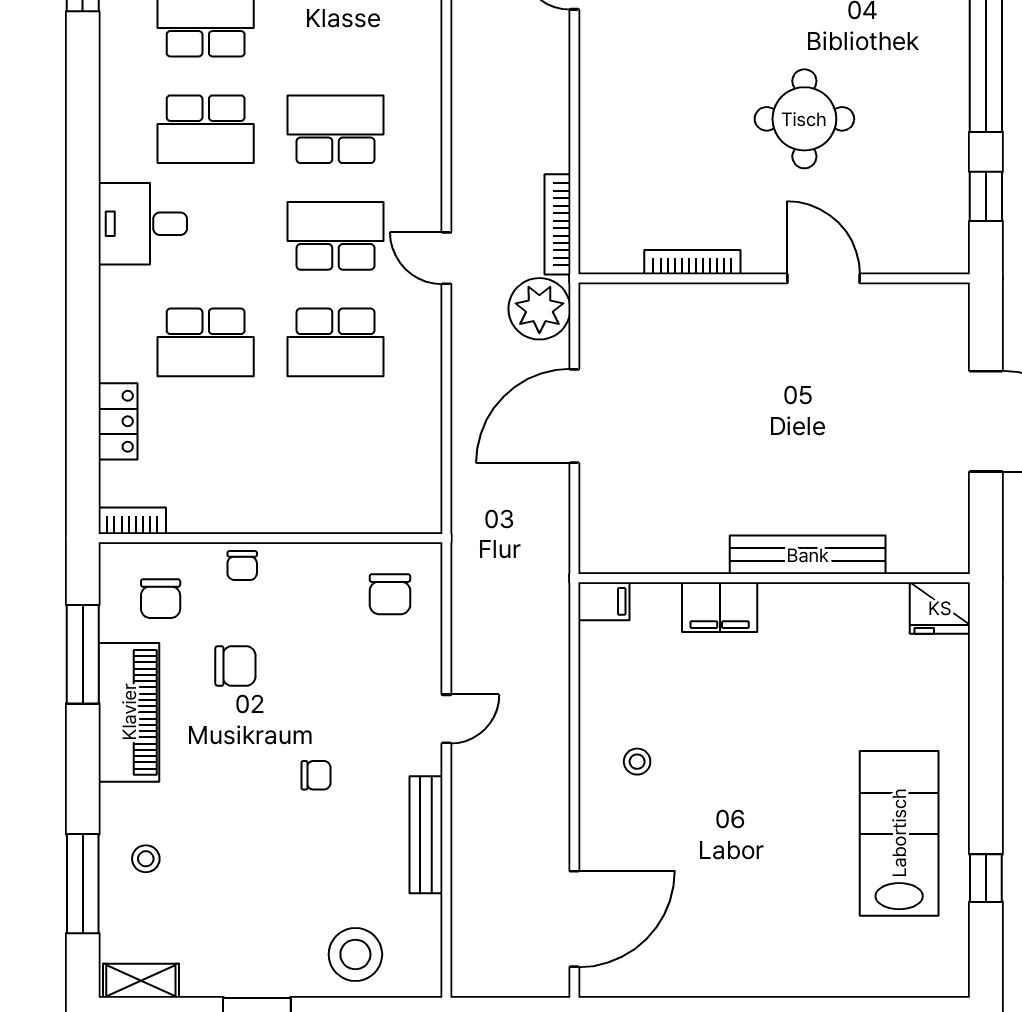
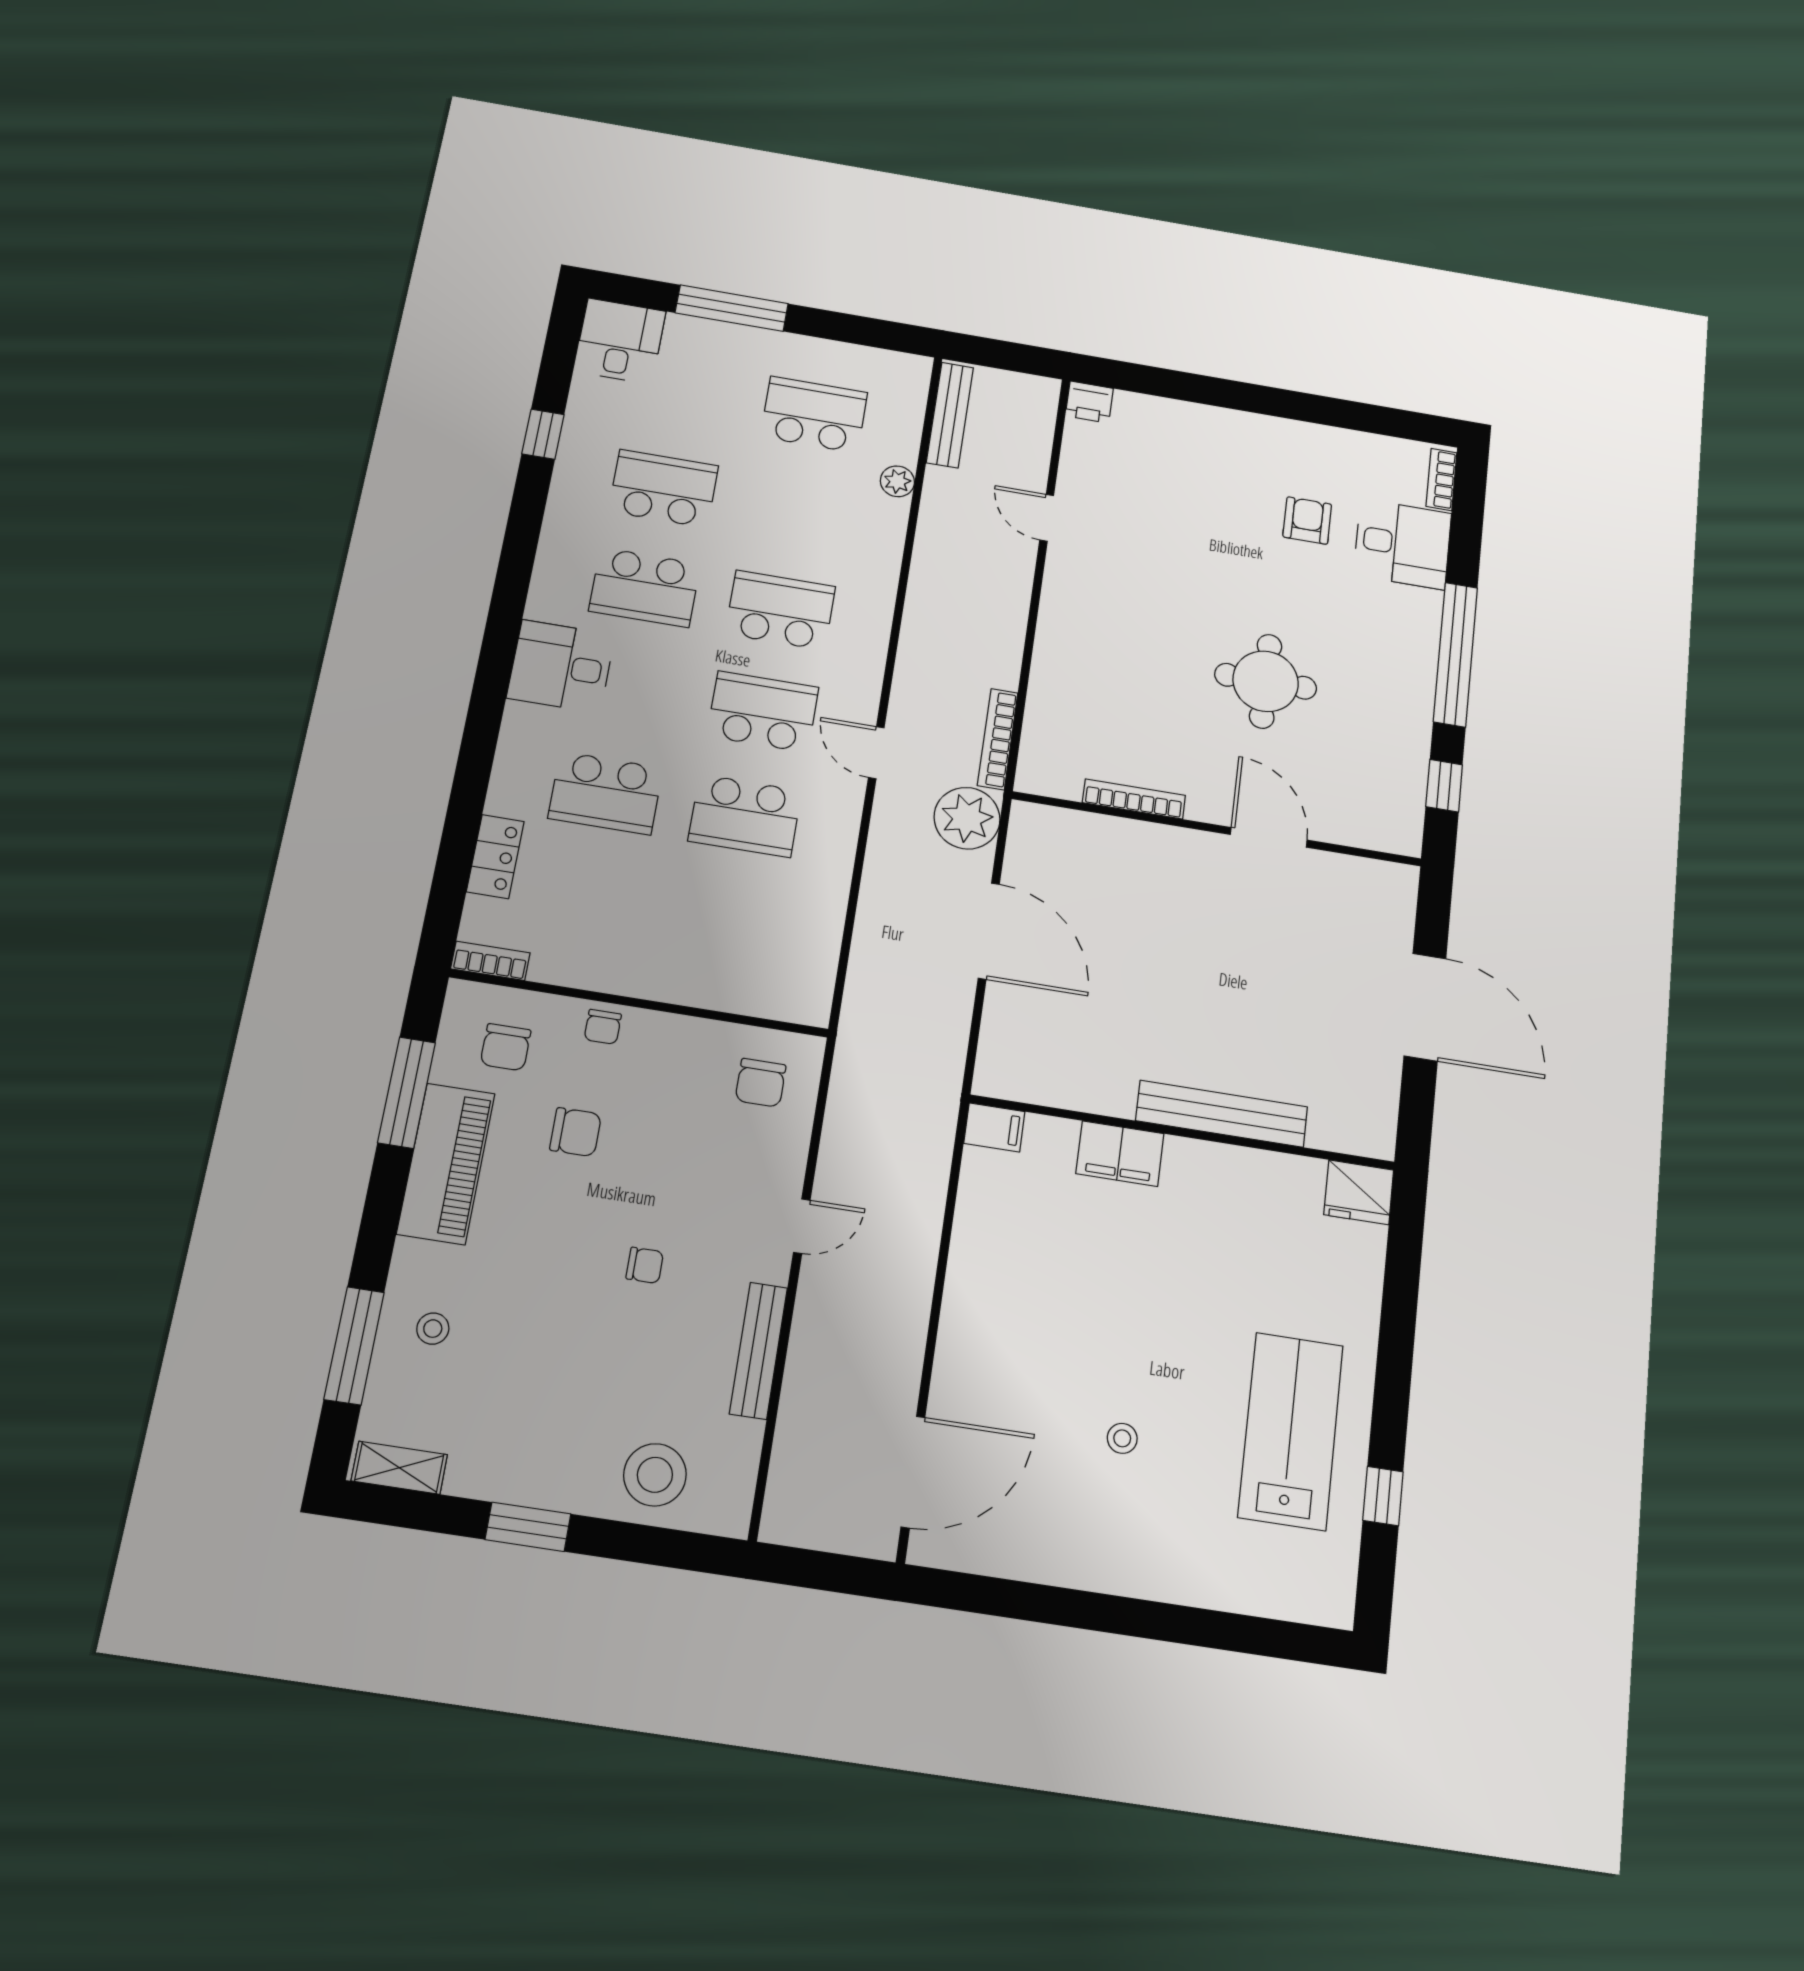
door: (574, 416) -> (989, 931), swing flipped
stool: (637, 762) -> (1122, 1438), moved

